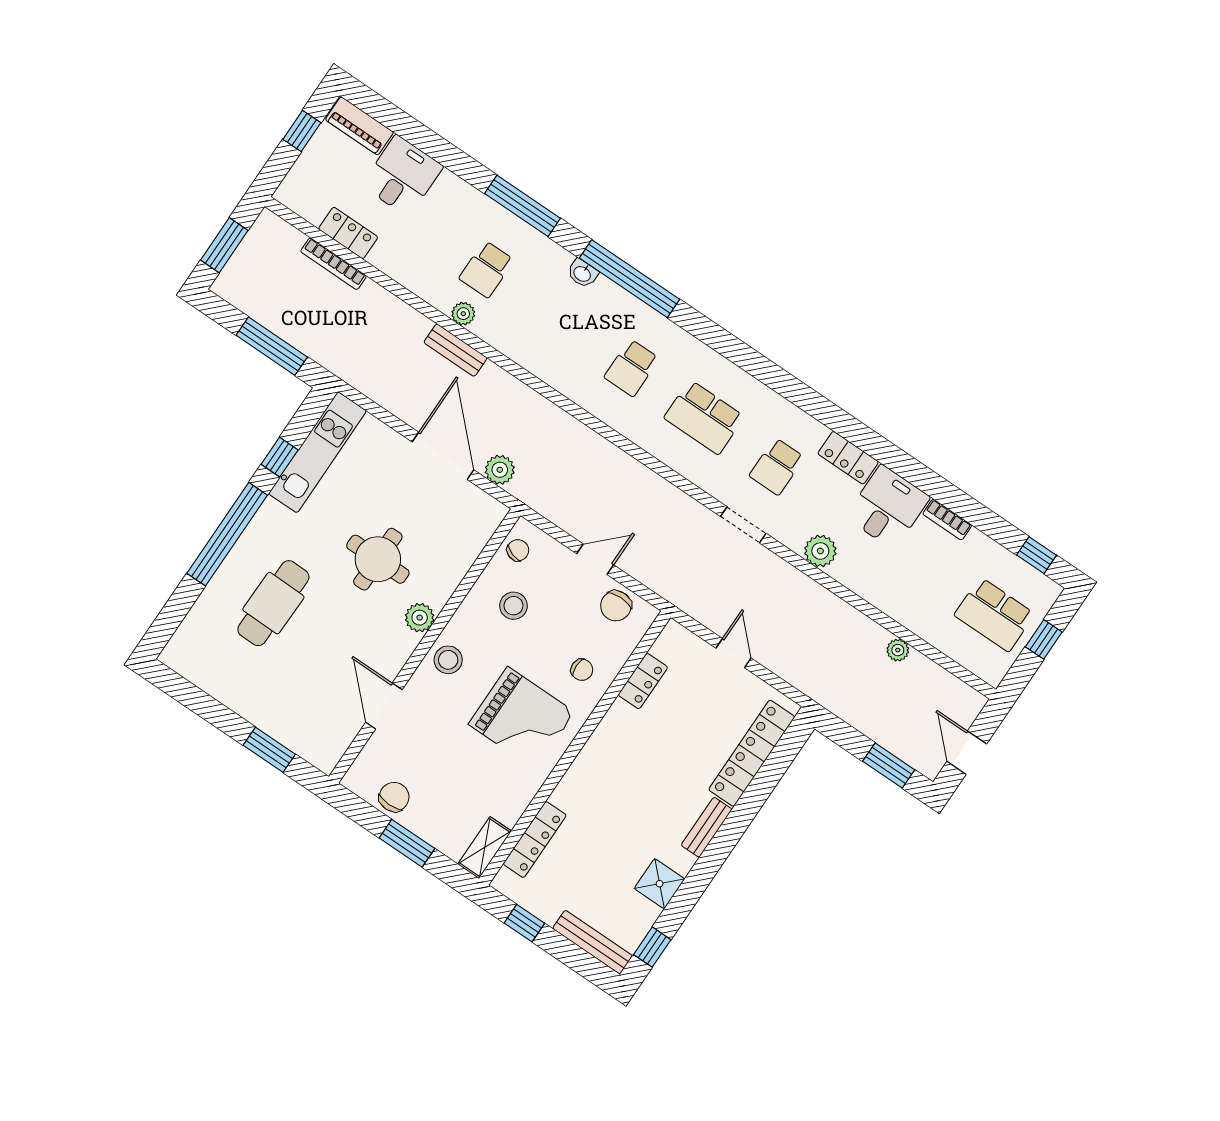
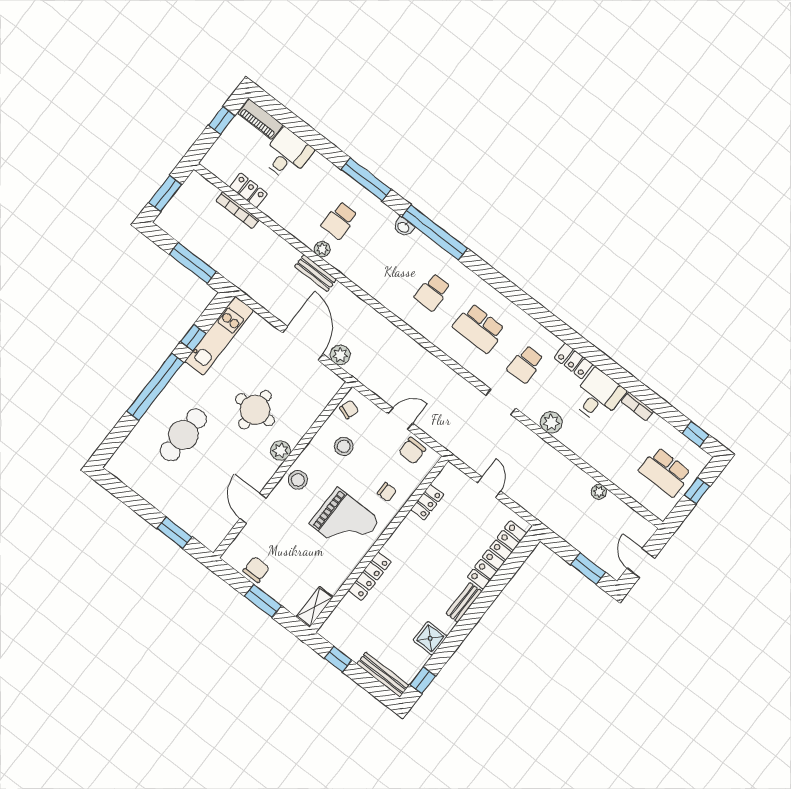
locker: (535, 840) -> (370, 576), moved

